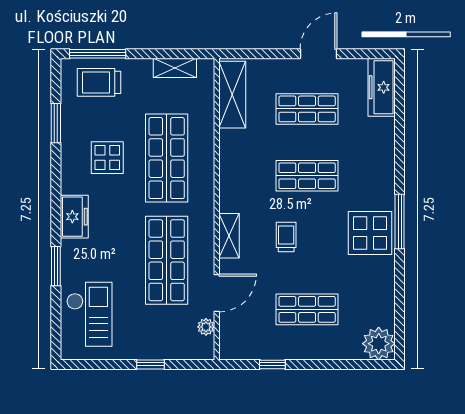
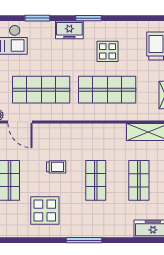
window: (56, 123) -> (89, 18), moved
window: (400, 222) -> (84, 240), moved
display table: (370, 233) -> (45, 210), moved
shelving: (229, 236) -> (57, 130), removed

